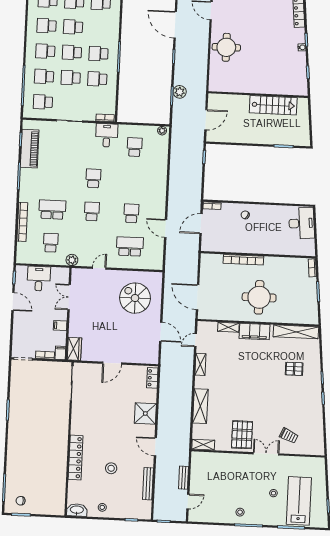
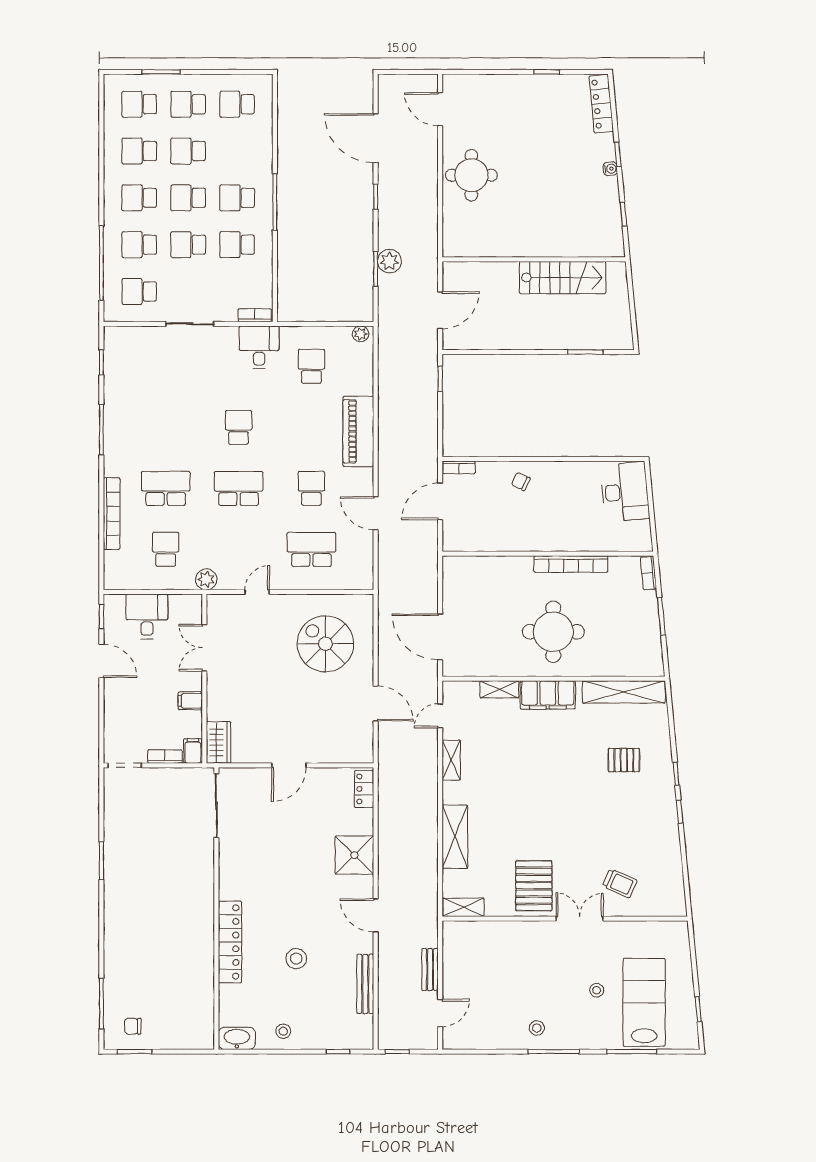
piano: (30, 149) -> (358, 431), moved, turned 180
school desk: (92, 211) -> (239, 488), width x1.85
bookcase: (243, 260) -> (571, 564), moved

